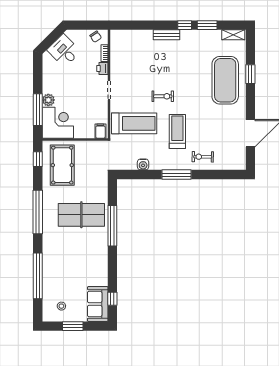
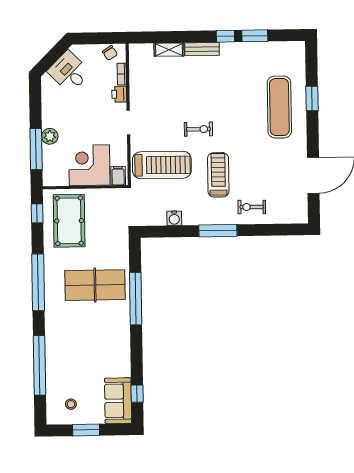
shelving: (233, 35) -> (169, 50), moved
exercise mat: (225, 80) -> (279, 107), width x0.68
corner desk: (58, 123) -> (89, 165), moved, turned -90

